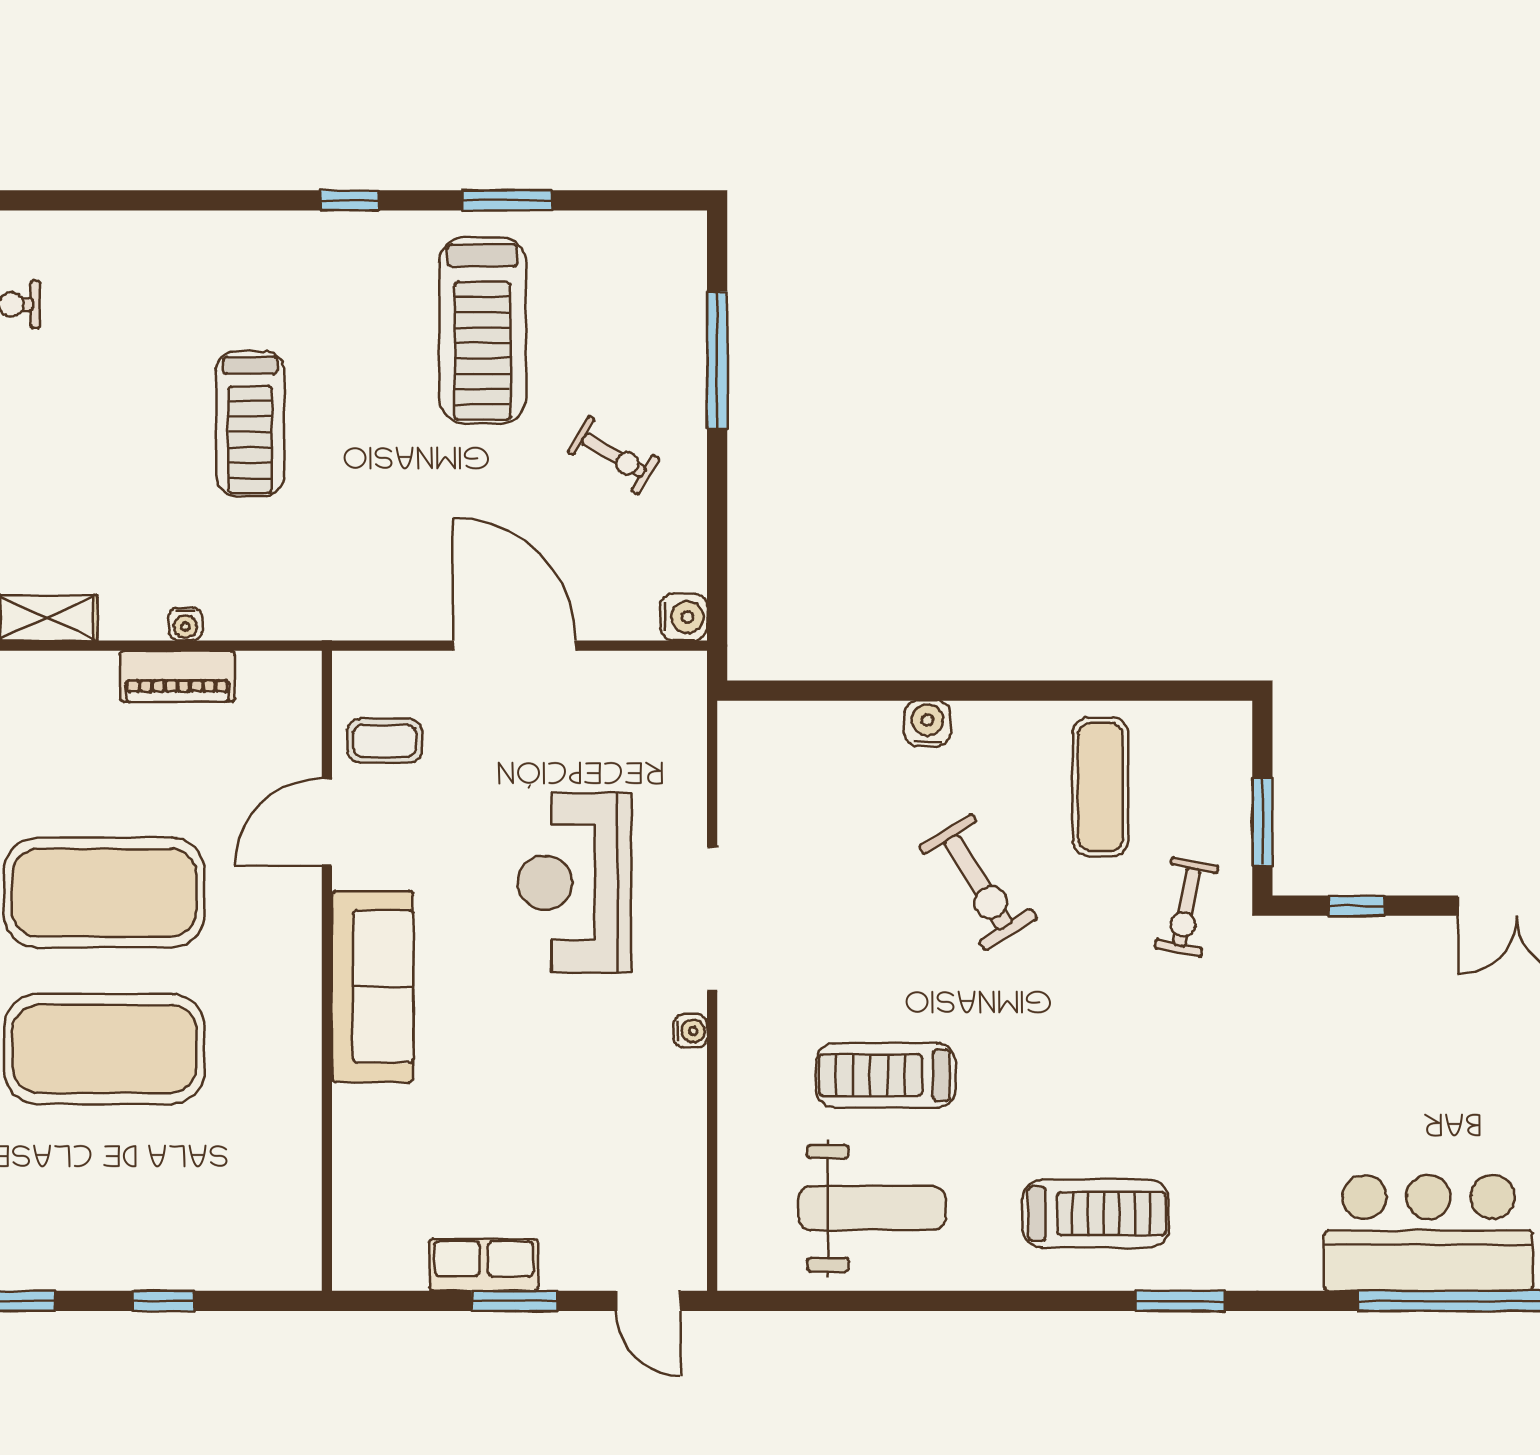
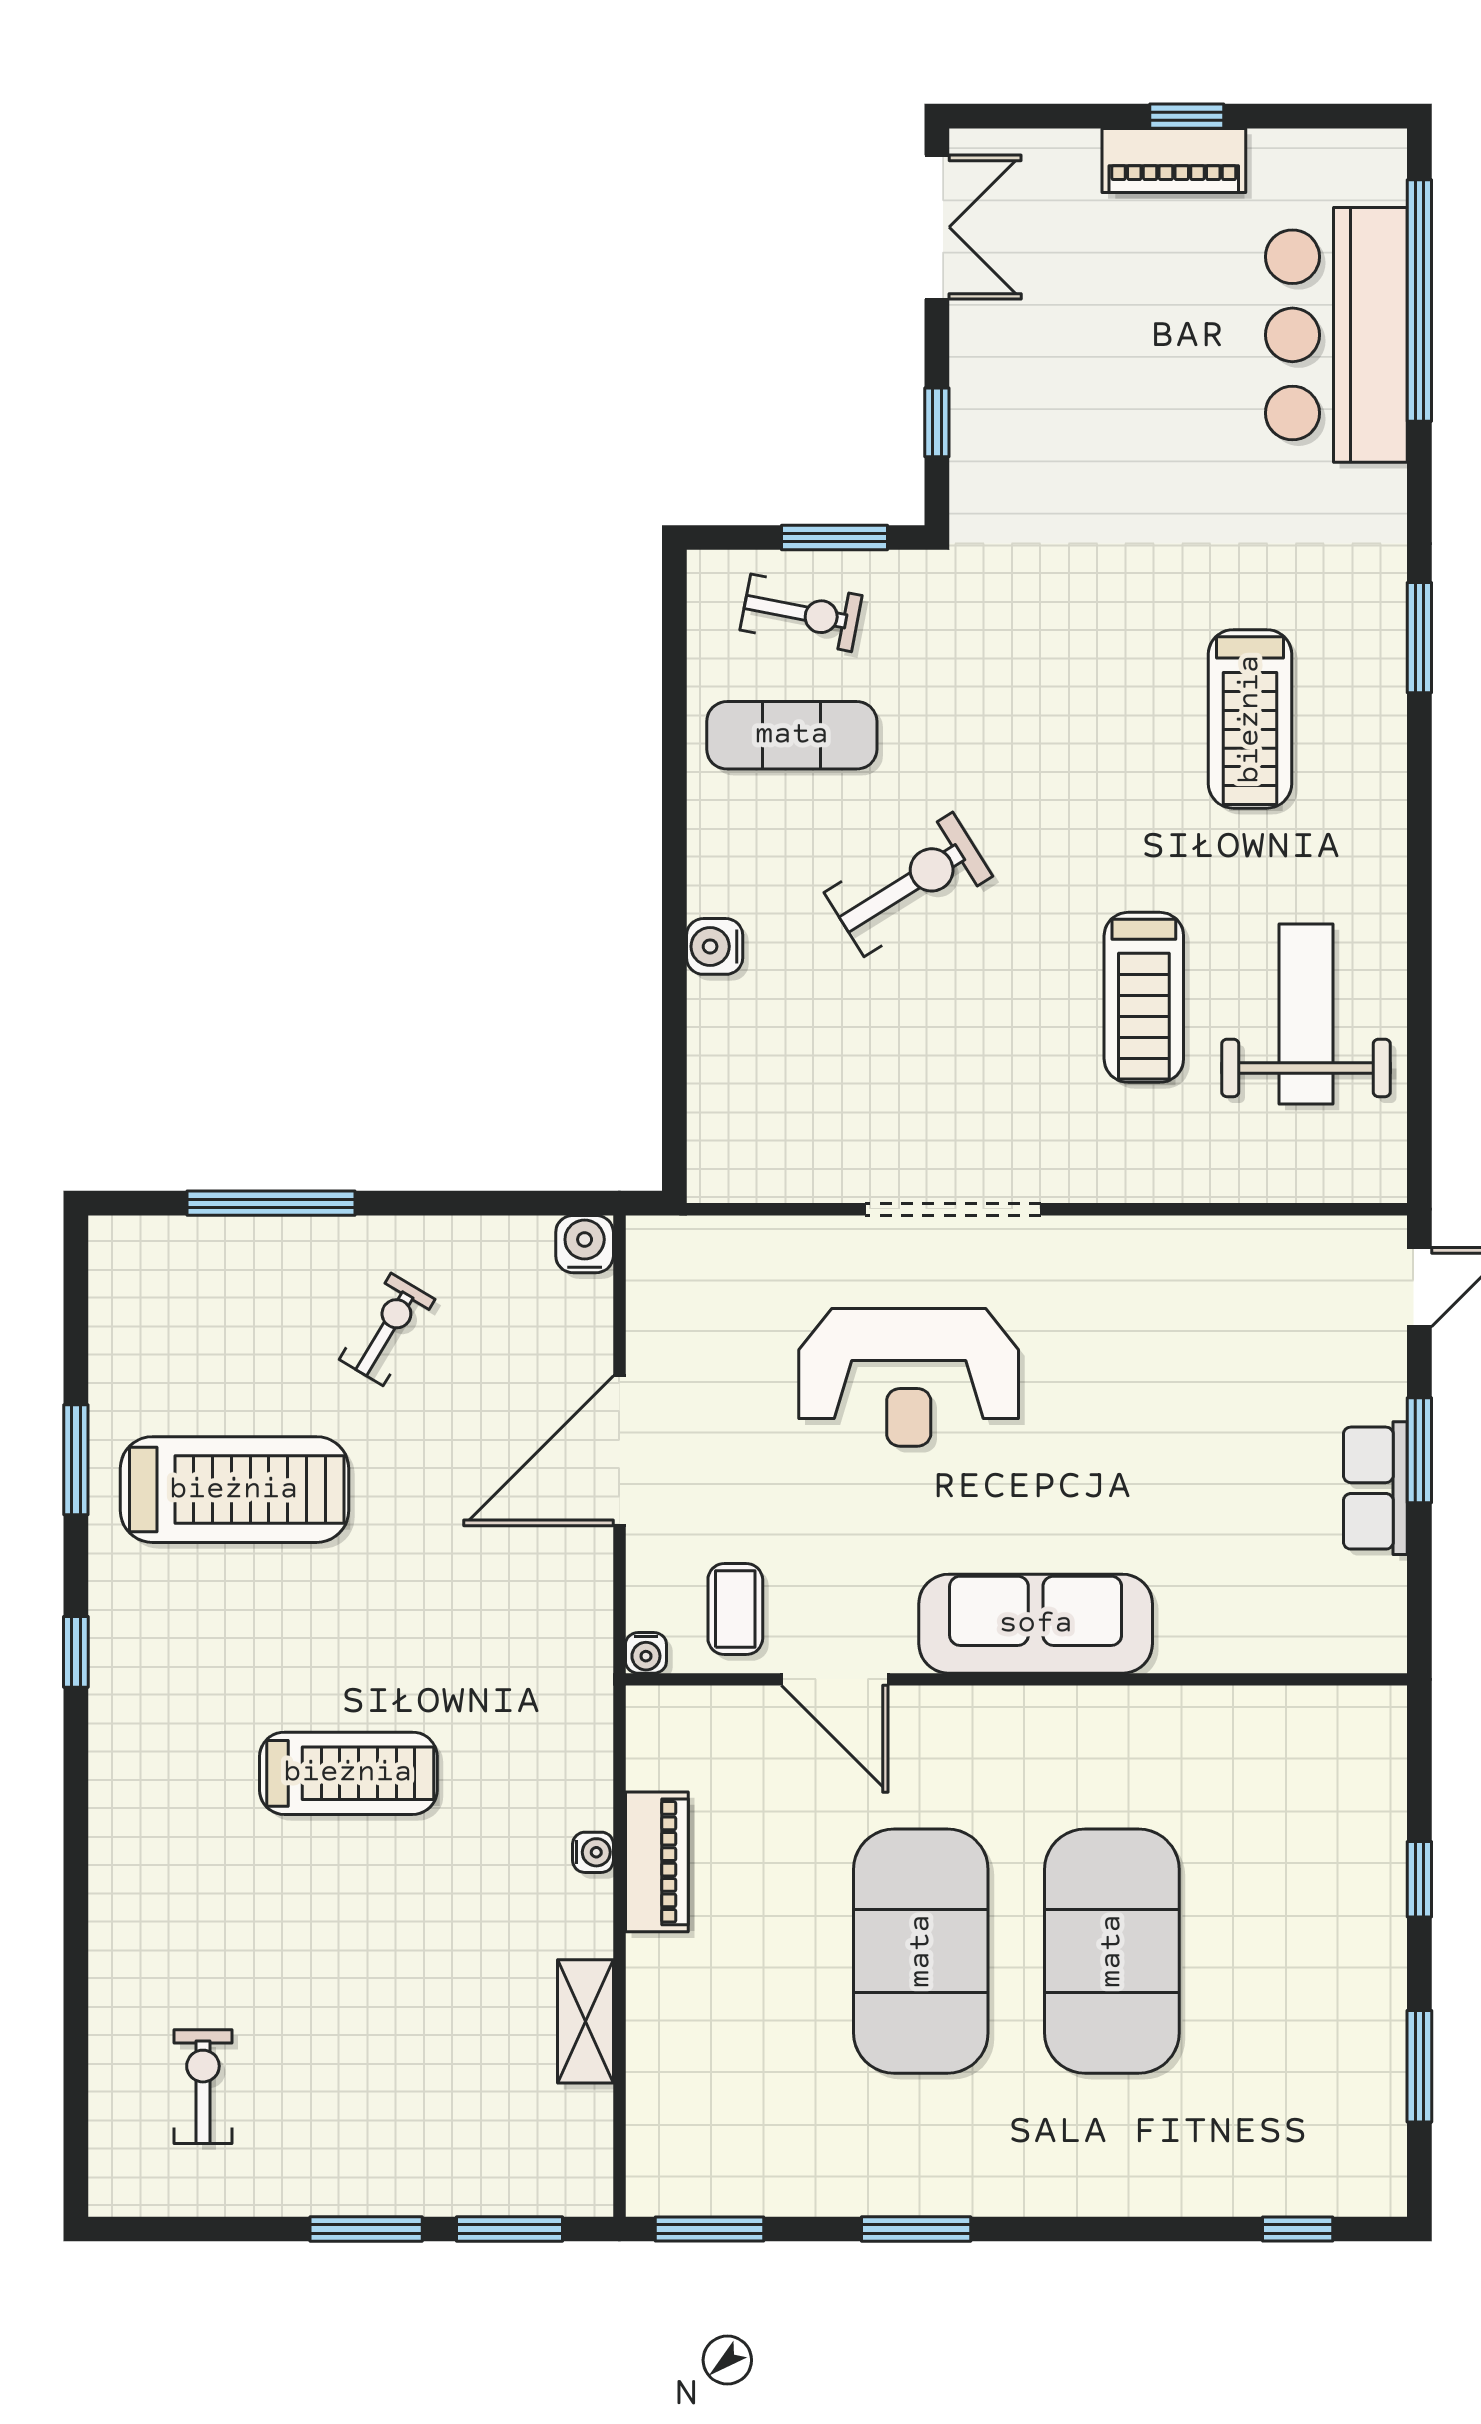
exercise bike: (1186, 907) -> (801, 613), moved
water cooler: (690, 1031) -> (646, 1653), moved, turned 180
treadmill: (1095, 1214) -> (1250, 719), moved, turned 180

